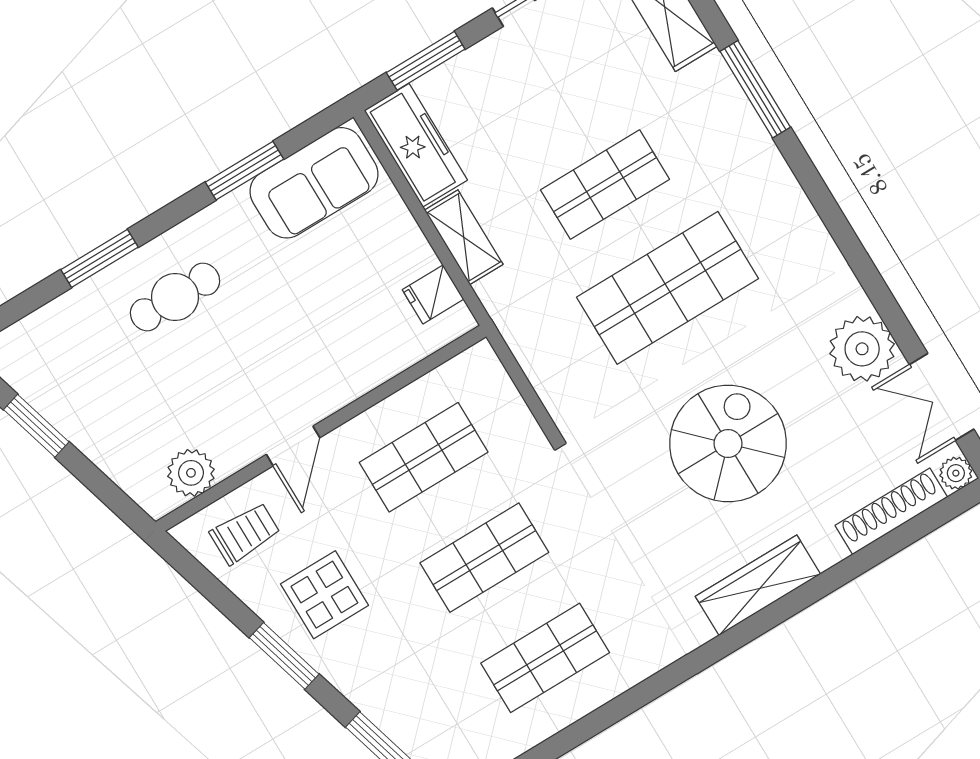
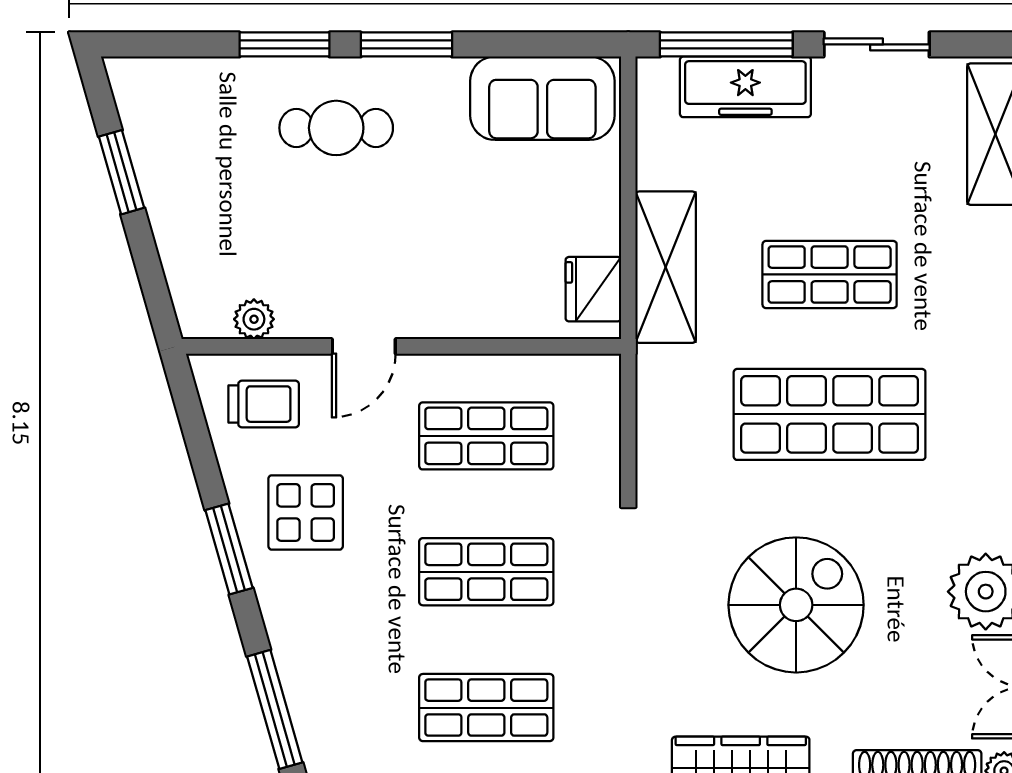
window: (426, 61) -> (726, 44), width x1.44
freezer: (416, 145) -> (745, 87), moved, turned 90
window: (245, 171) -> (406, 44), moved
shelving: (464, 237) -> (666, 267), width x1.50, depth x1.33
fridge: (433, 294) -> (593, 289), width x1.38
plant: (191, 473) -> (254, 319), width x0.73, depth x0.73

